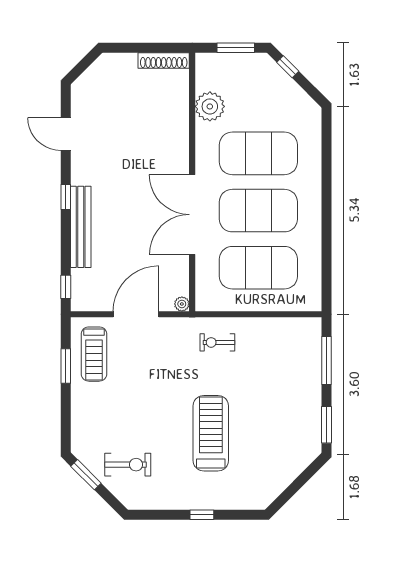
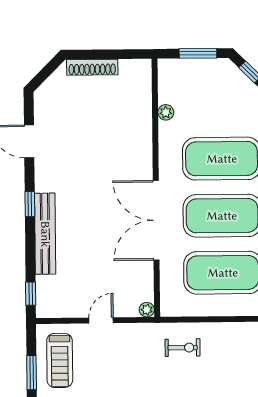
shoe rack: (164, 60) -> (92, 67), moved
plant: (210, 106) -> (166, 112), width x0.53, depth x0.53
door: (136, 314) -> (101, 320), width x0.53
exercise bike: (217, 342) -> (183, 348), turned 180

